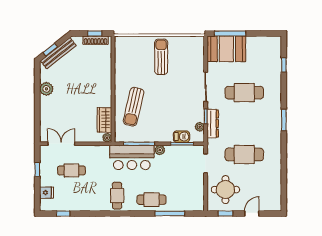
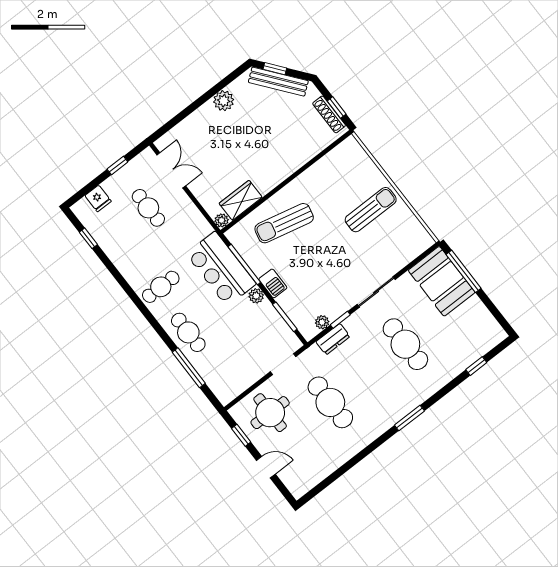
dresser: (213, 124) -> (333, 339), width x0.70
barbecue: (181, 137) -> (273, 283), moved

